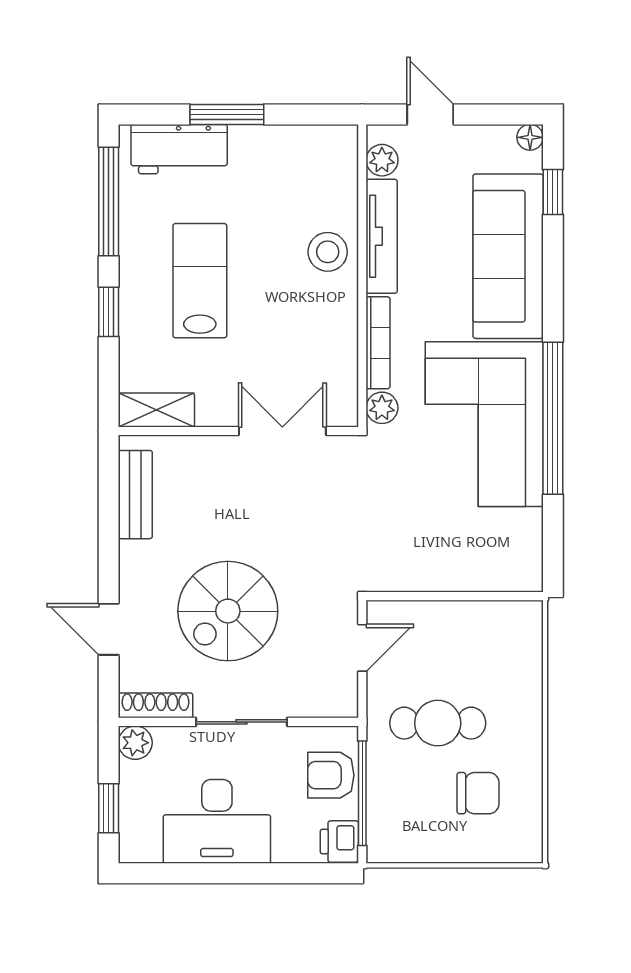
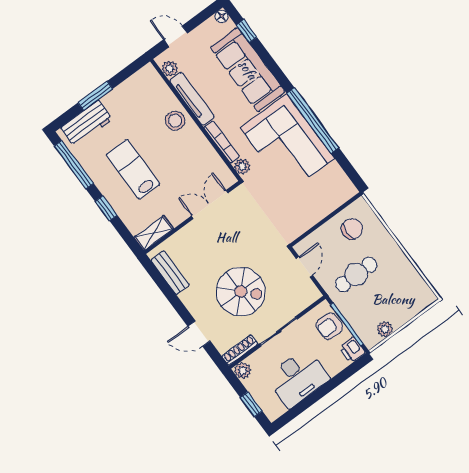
spiral stairs: (228, 611) -> (241, 292), turned -90
chair: (478, 793) -> (352, 229), moved
plant: (418, 847) -> (385, 329), added

